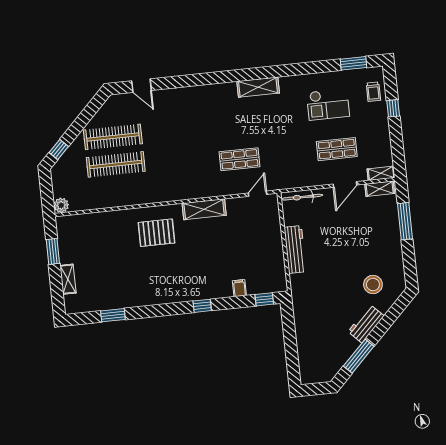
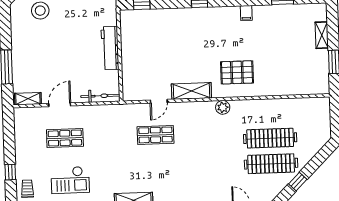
checkout: (328, 104) -> (70, 180), turned 180
window: (59, 149) -> (298, 182), moved
shelving: (381, 173) -> (26, 113), removed
door: (258, 194) -> (159, 101), moved
plant: (61, 205) -> (223, 107), moved
filing cabinet: (239, 288) -> (246, 13), moved

